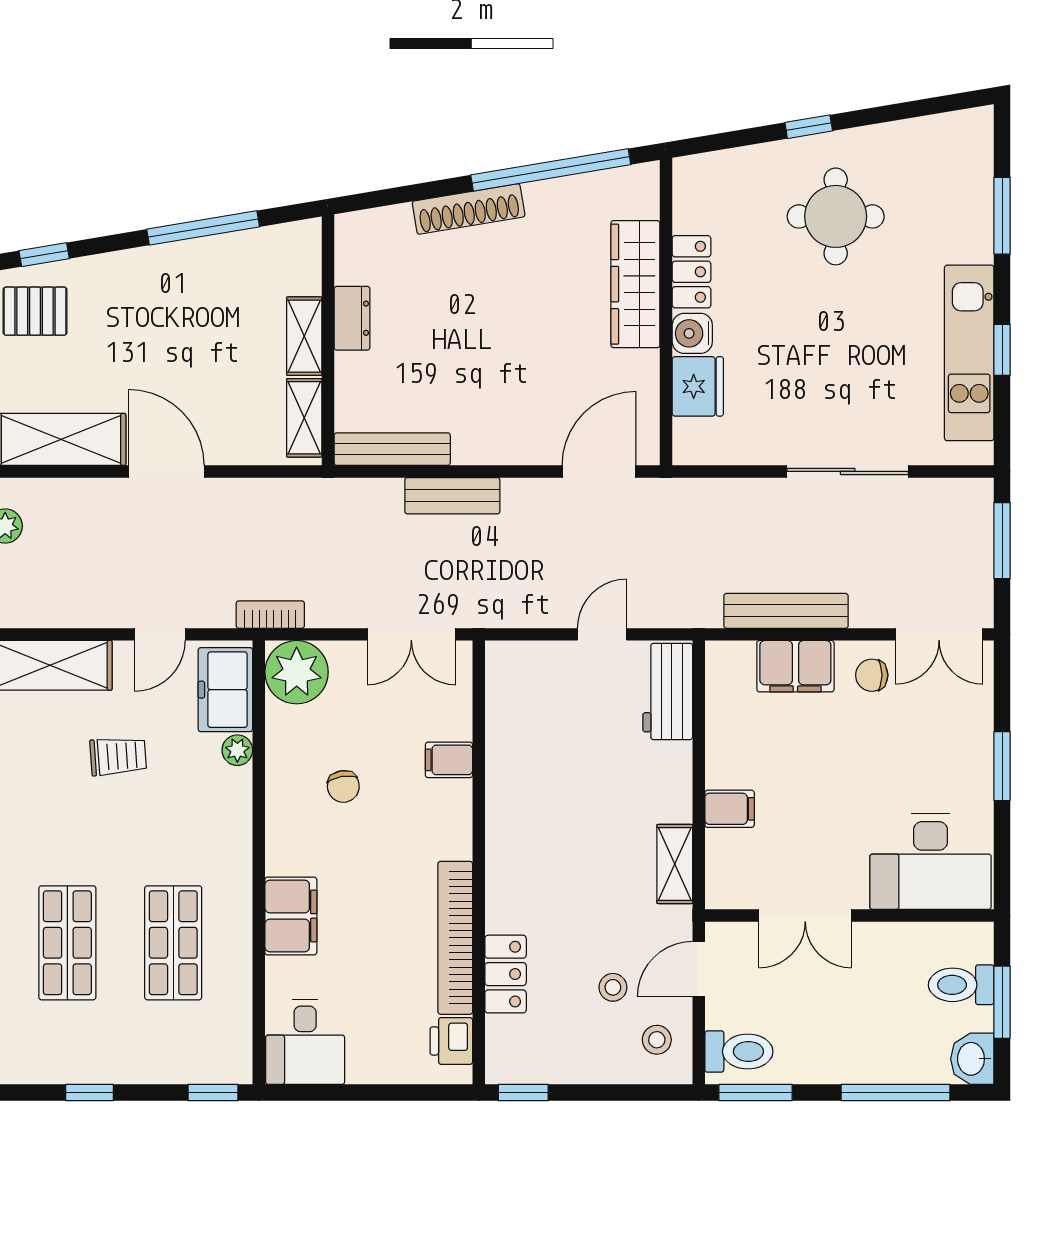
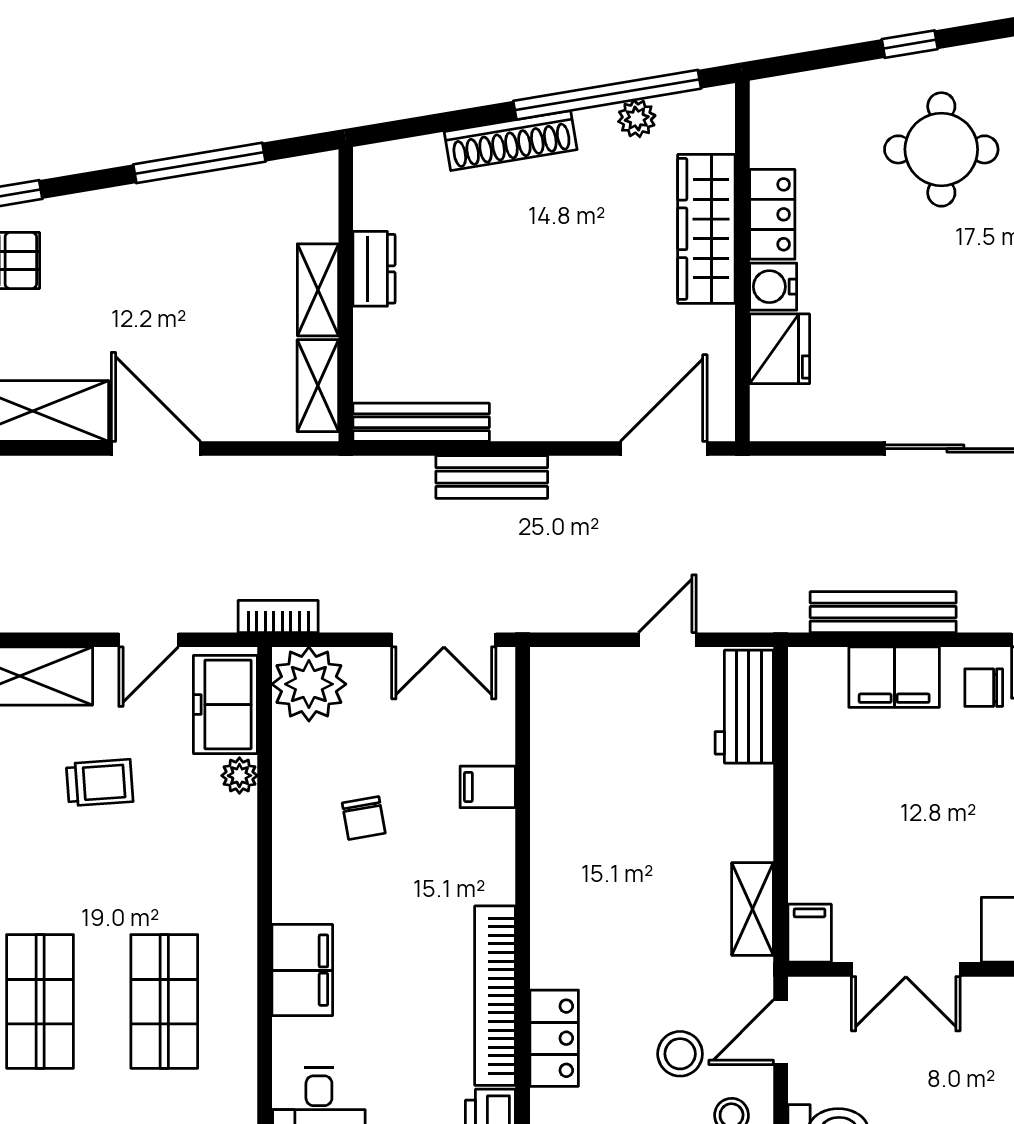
plant: (576, 190) -> (637, 118), added
filing cabinet: (730, 809) -> (810, 933), moved, turned -90
stool: (613, 987) -> (680, 1054), width x1.37, depth x1.37

